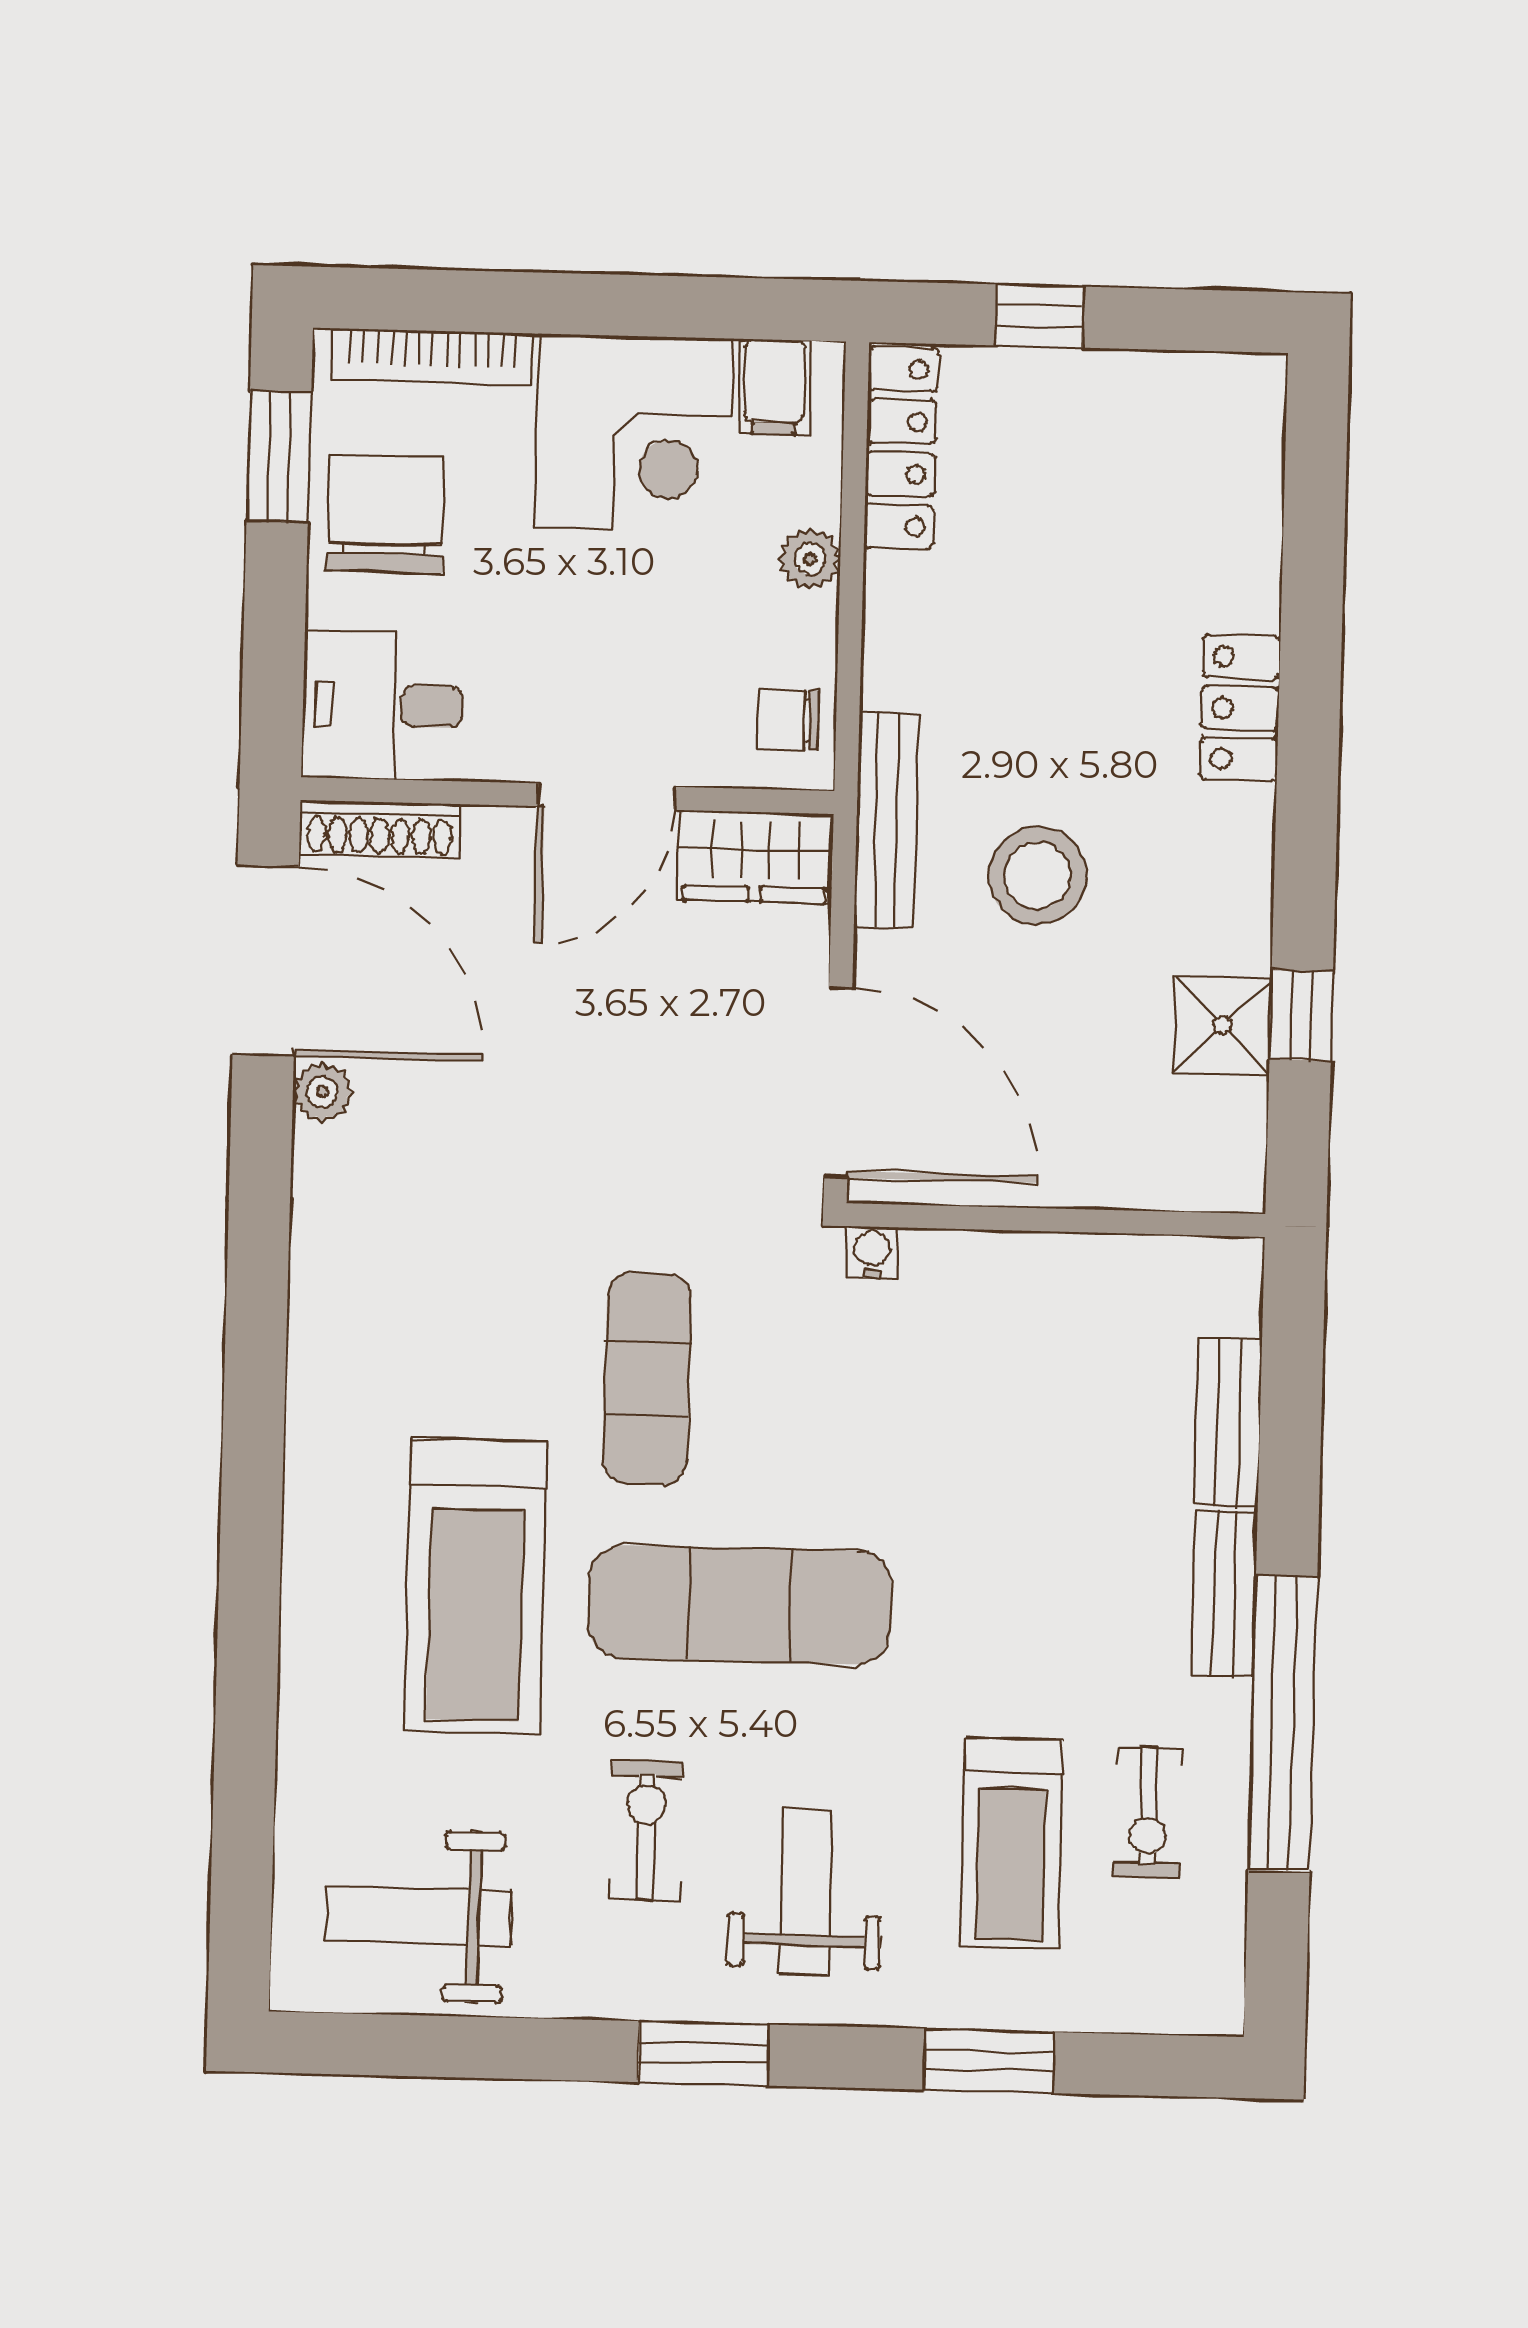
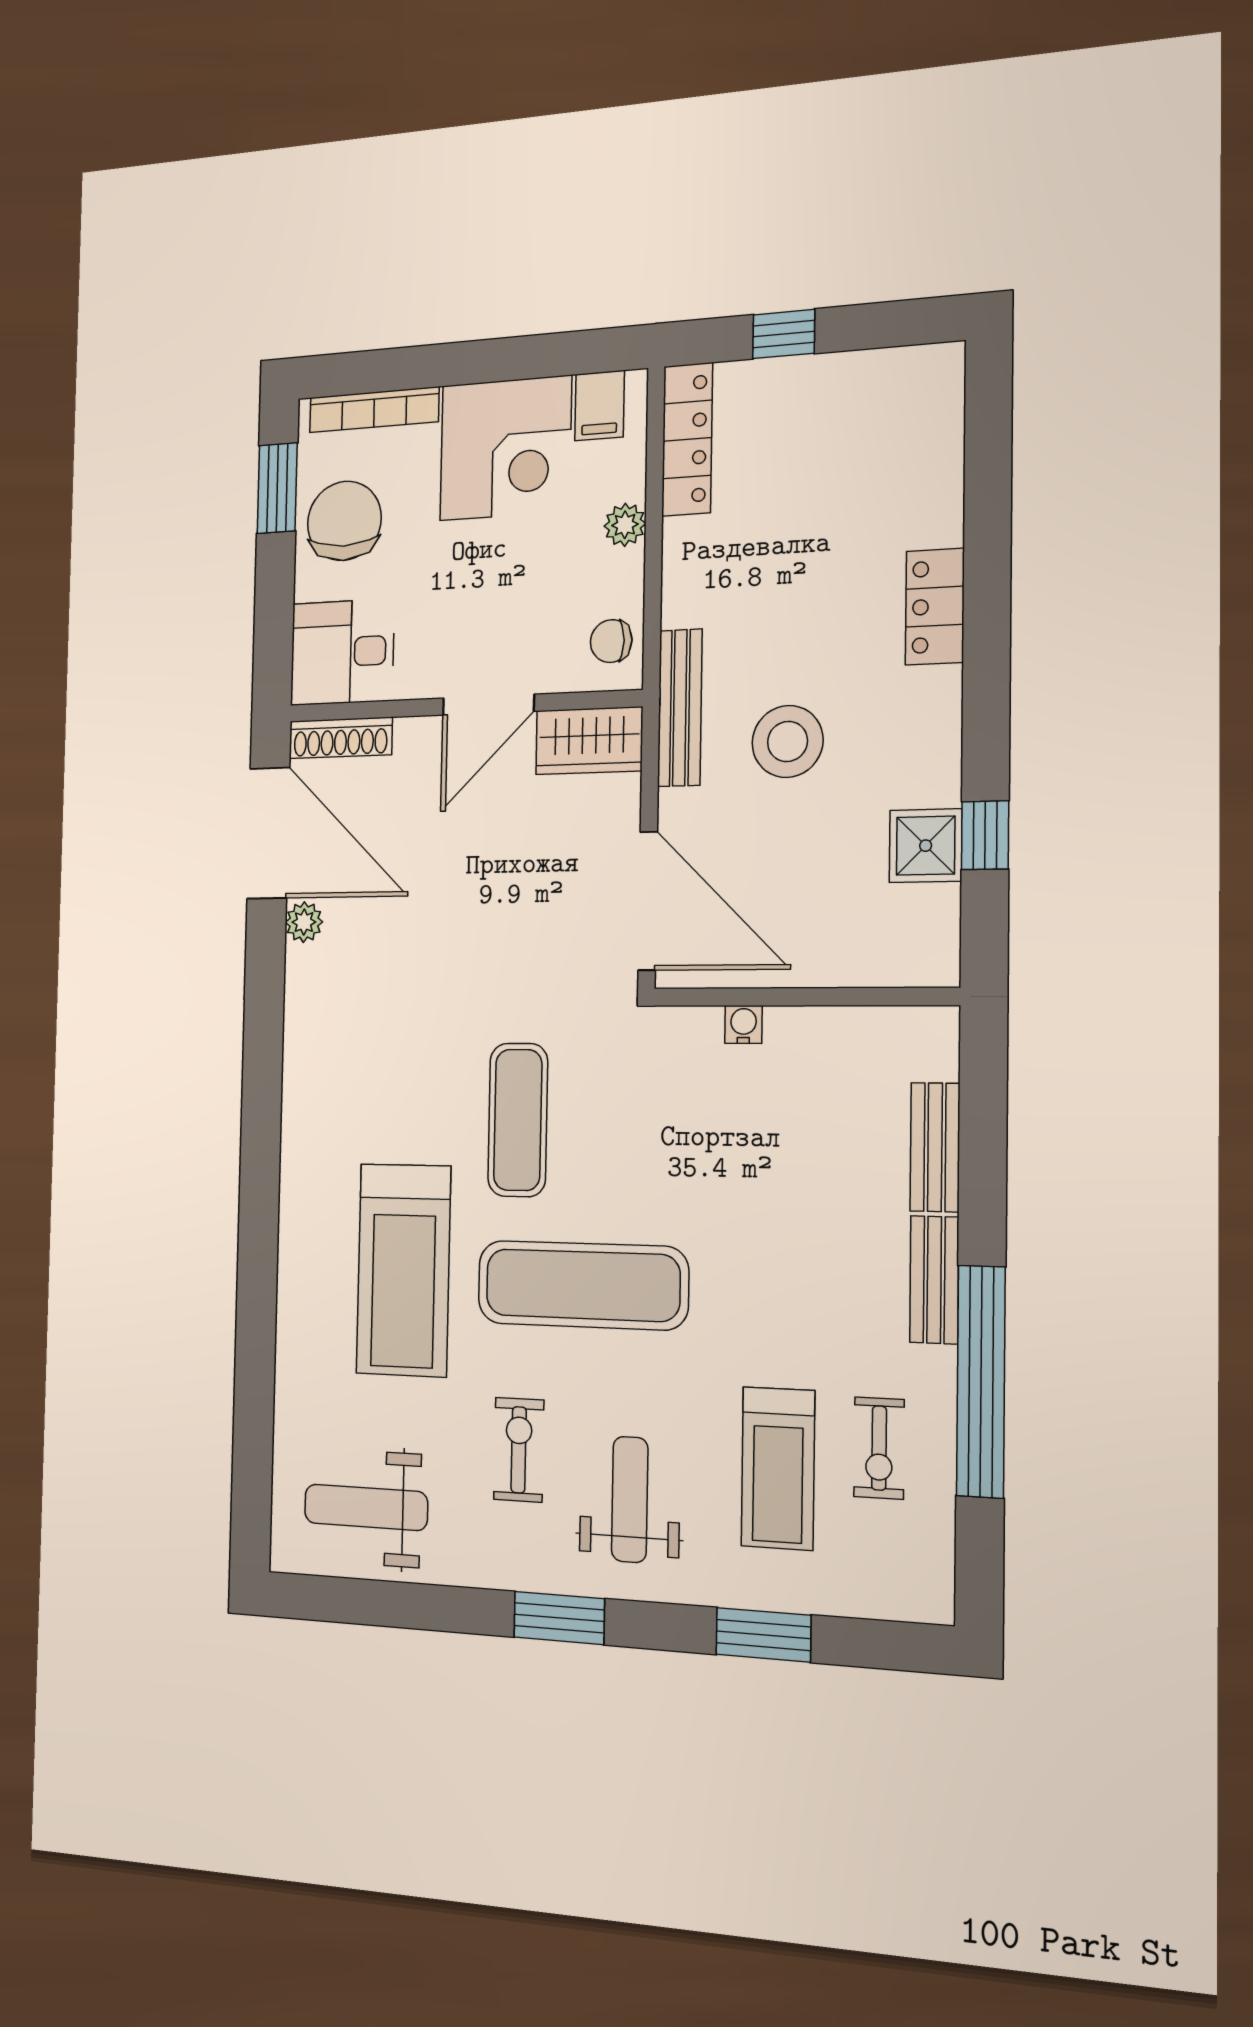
water cooler: (872, 1252) -> (744, 1024), moved

